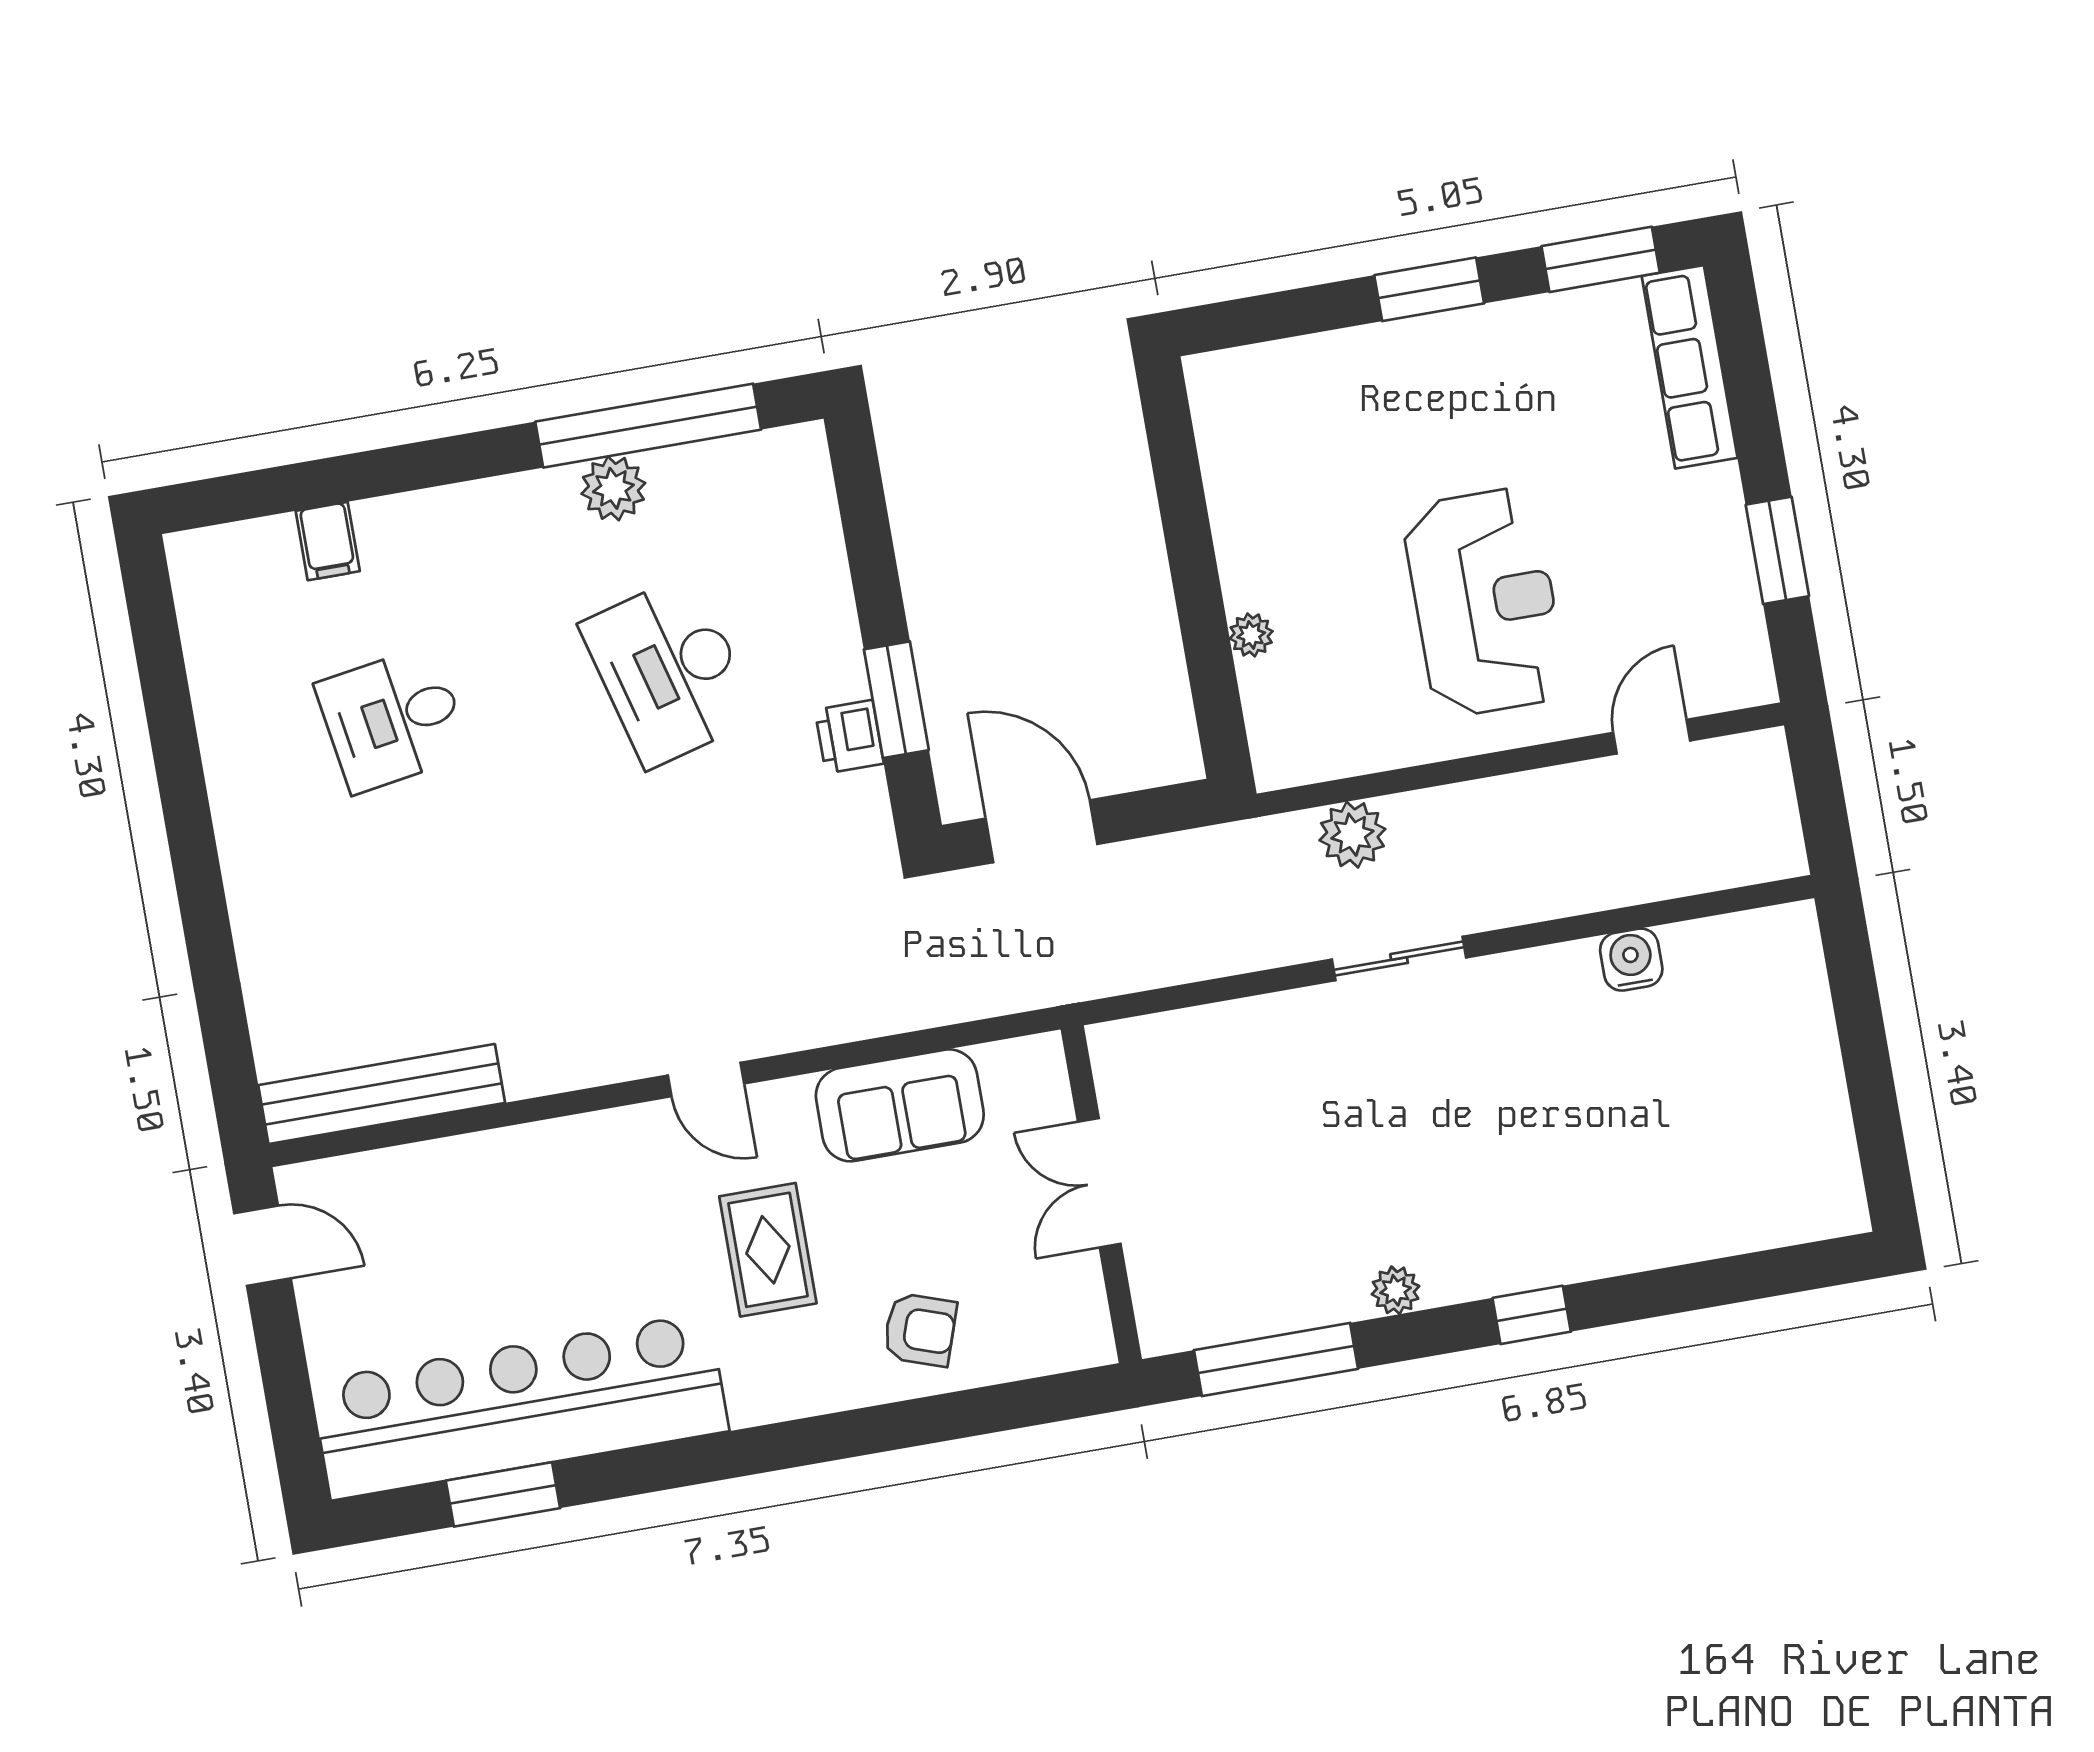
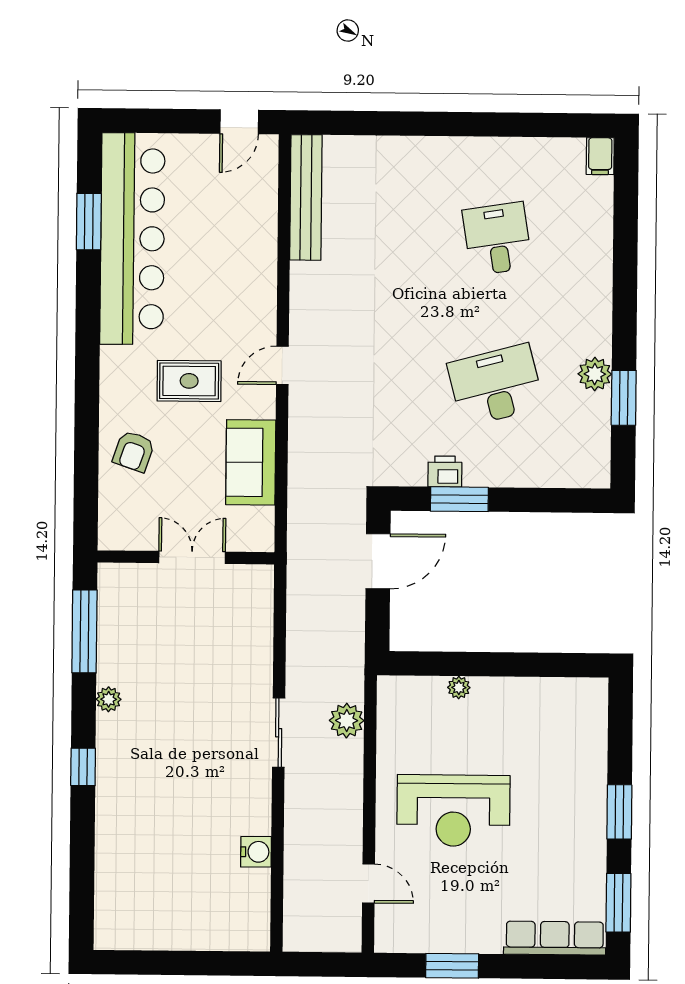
window: (648, 426) -> (624, 398), width x0.47
filing cabinet: (328, 541) -> (600, 156), moved, turned -90

